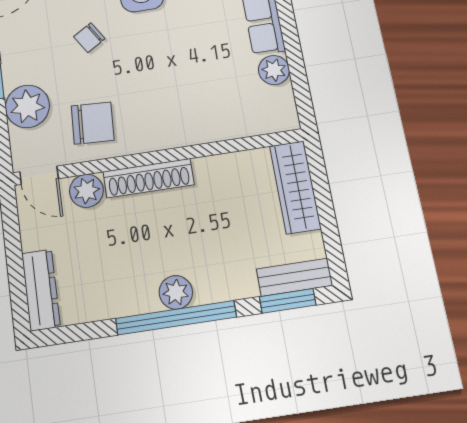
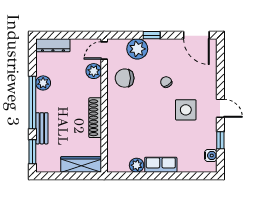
chair: (93, 123) -> (125, 78), turned 87
shoe rack: (149, 178) -> (95, 118), moved
bench: (294, 277) -> (42, 128), moved
plant: (176, 292) -> (43, 83), moved

